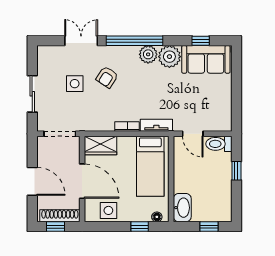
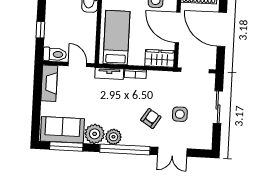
window: (201, 41) -> (66, 146), width x2.17
fireplace: (223, 111) -> (49, 83), added
door: (32, 181) -> (222, 29), width x1.36

